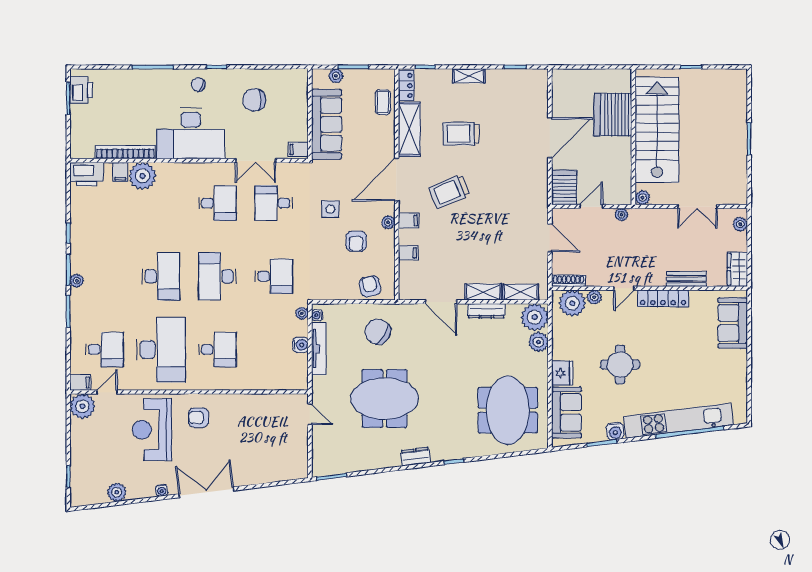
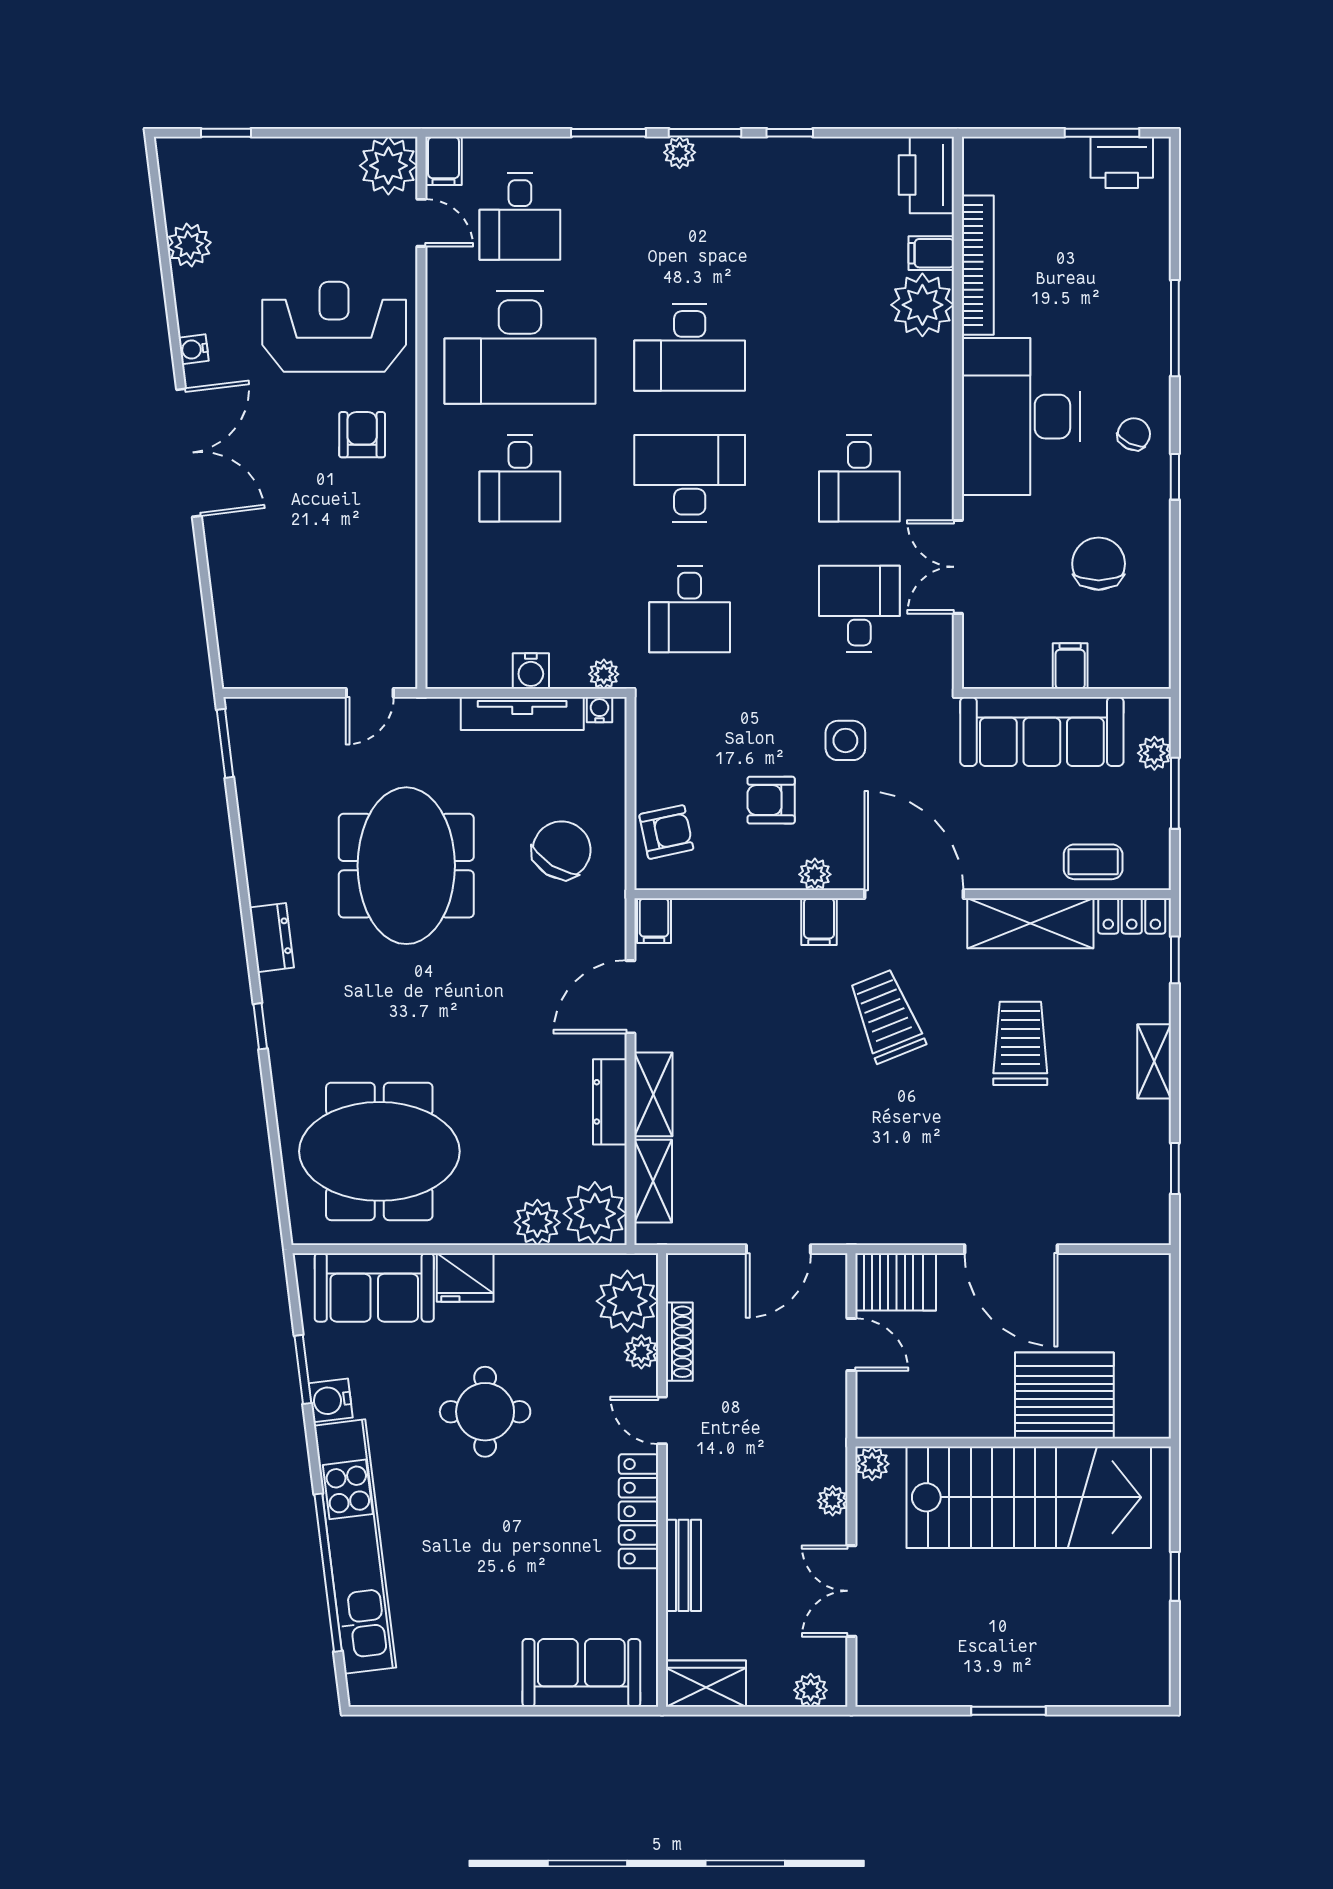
filing cabinet: (298, 149) -> (1070, 666), moved
plant: (621, 215) -> (833, 1501), moved
filing cabinet: (408, 253) -> (654, 921), moved
shoe rack: (569, 281) -> (679, 1342), moved

